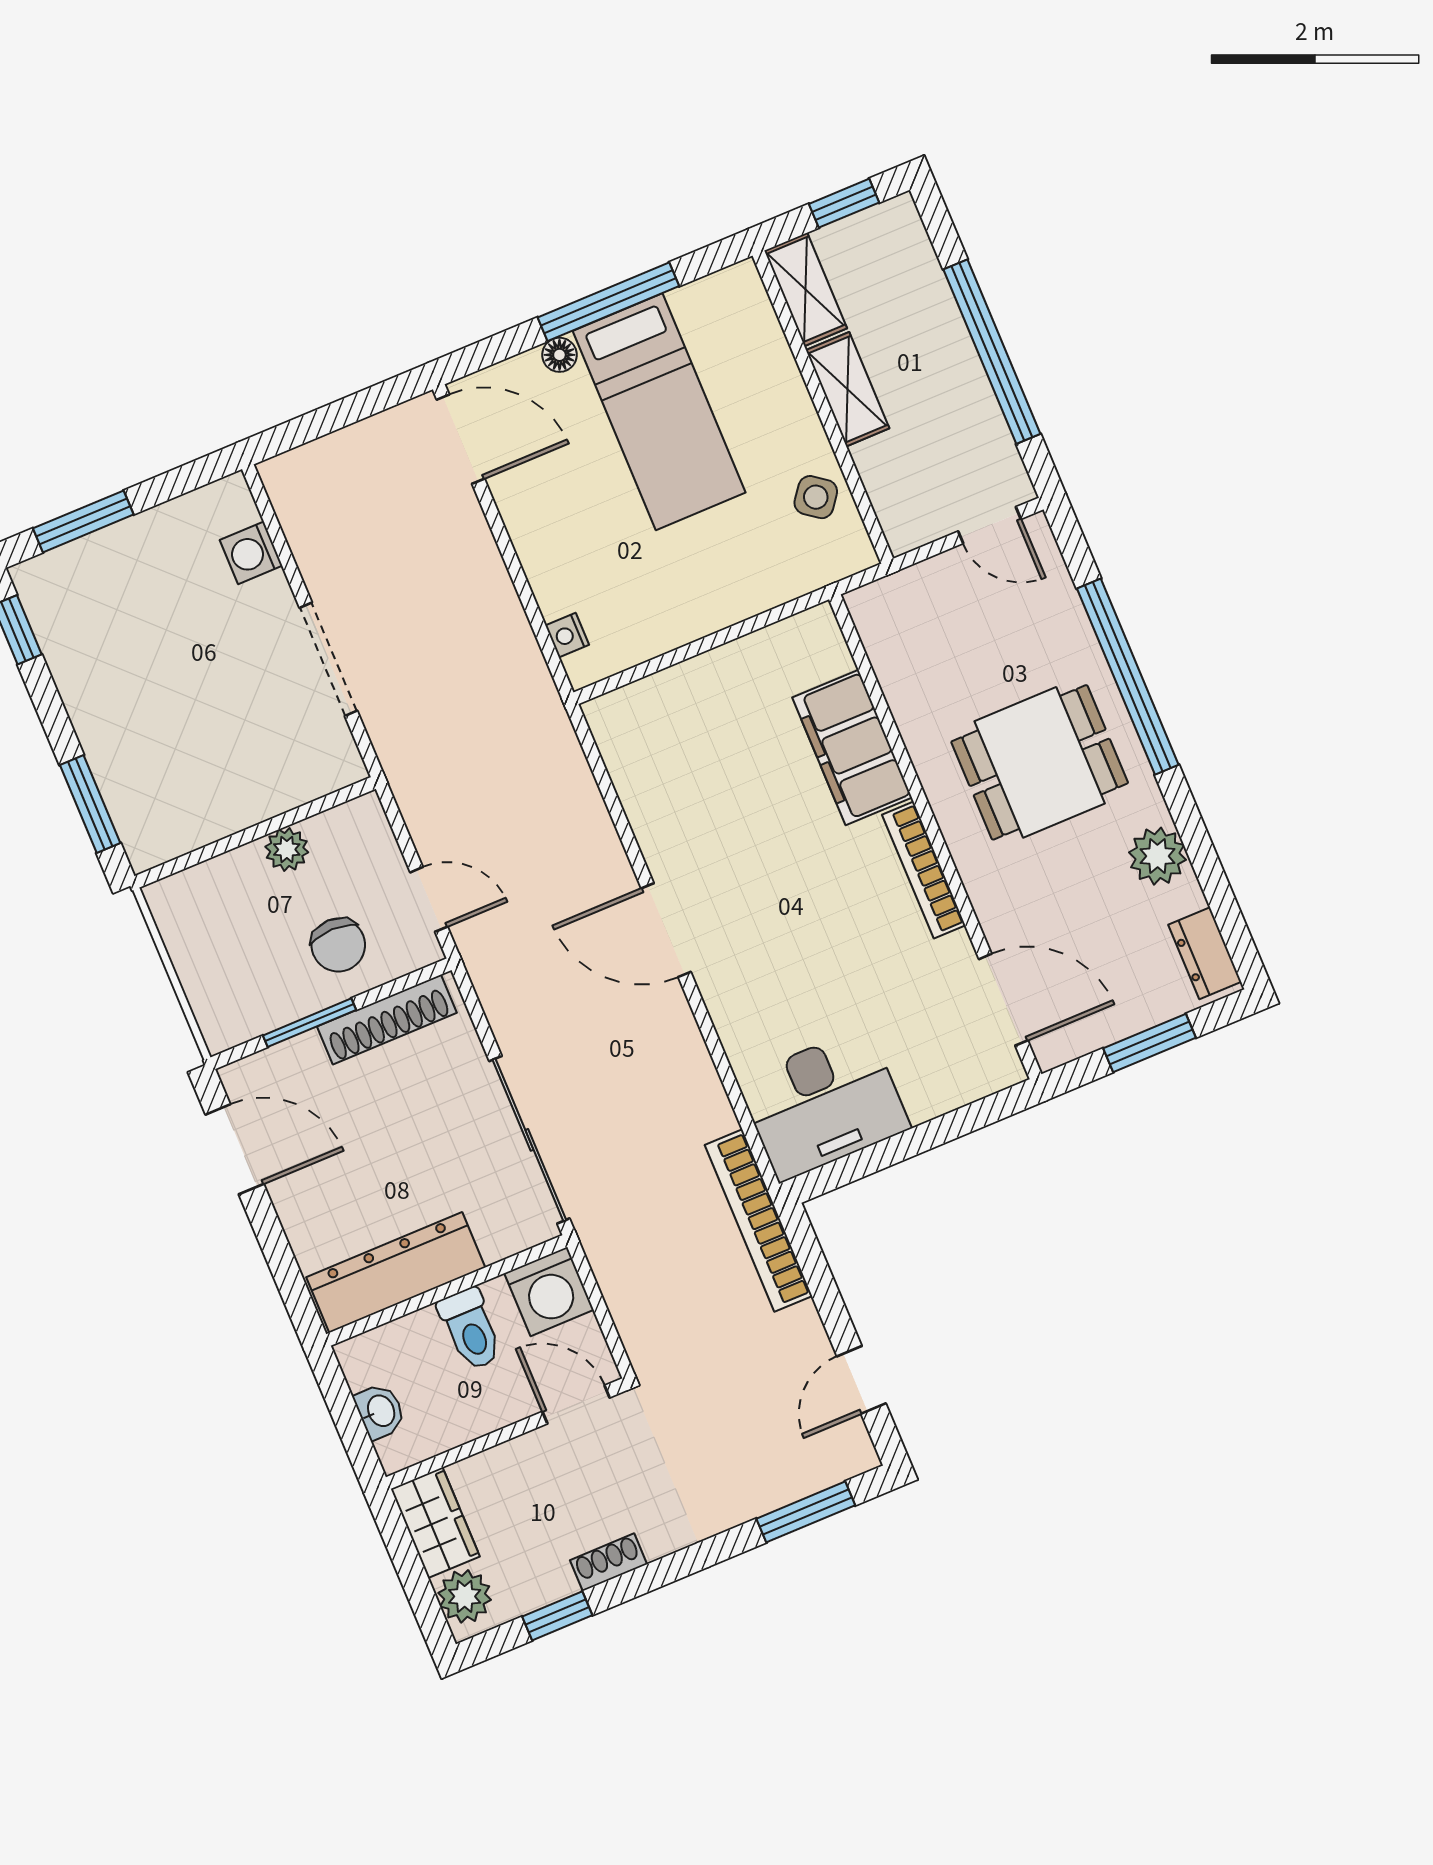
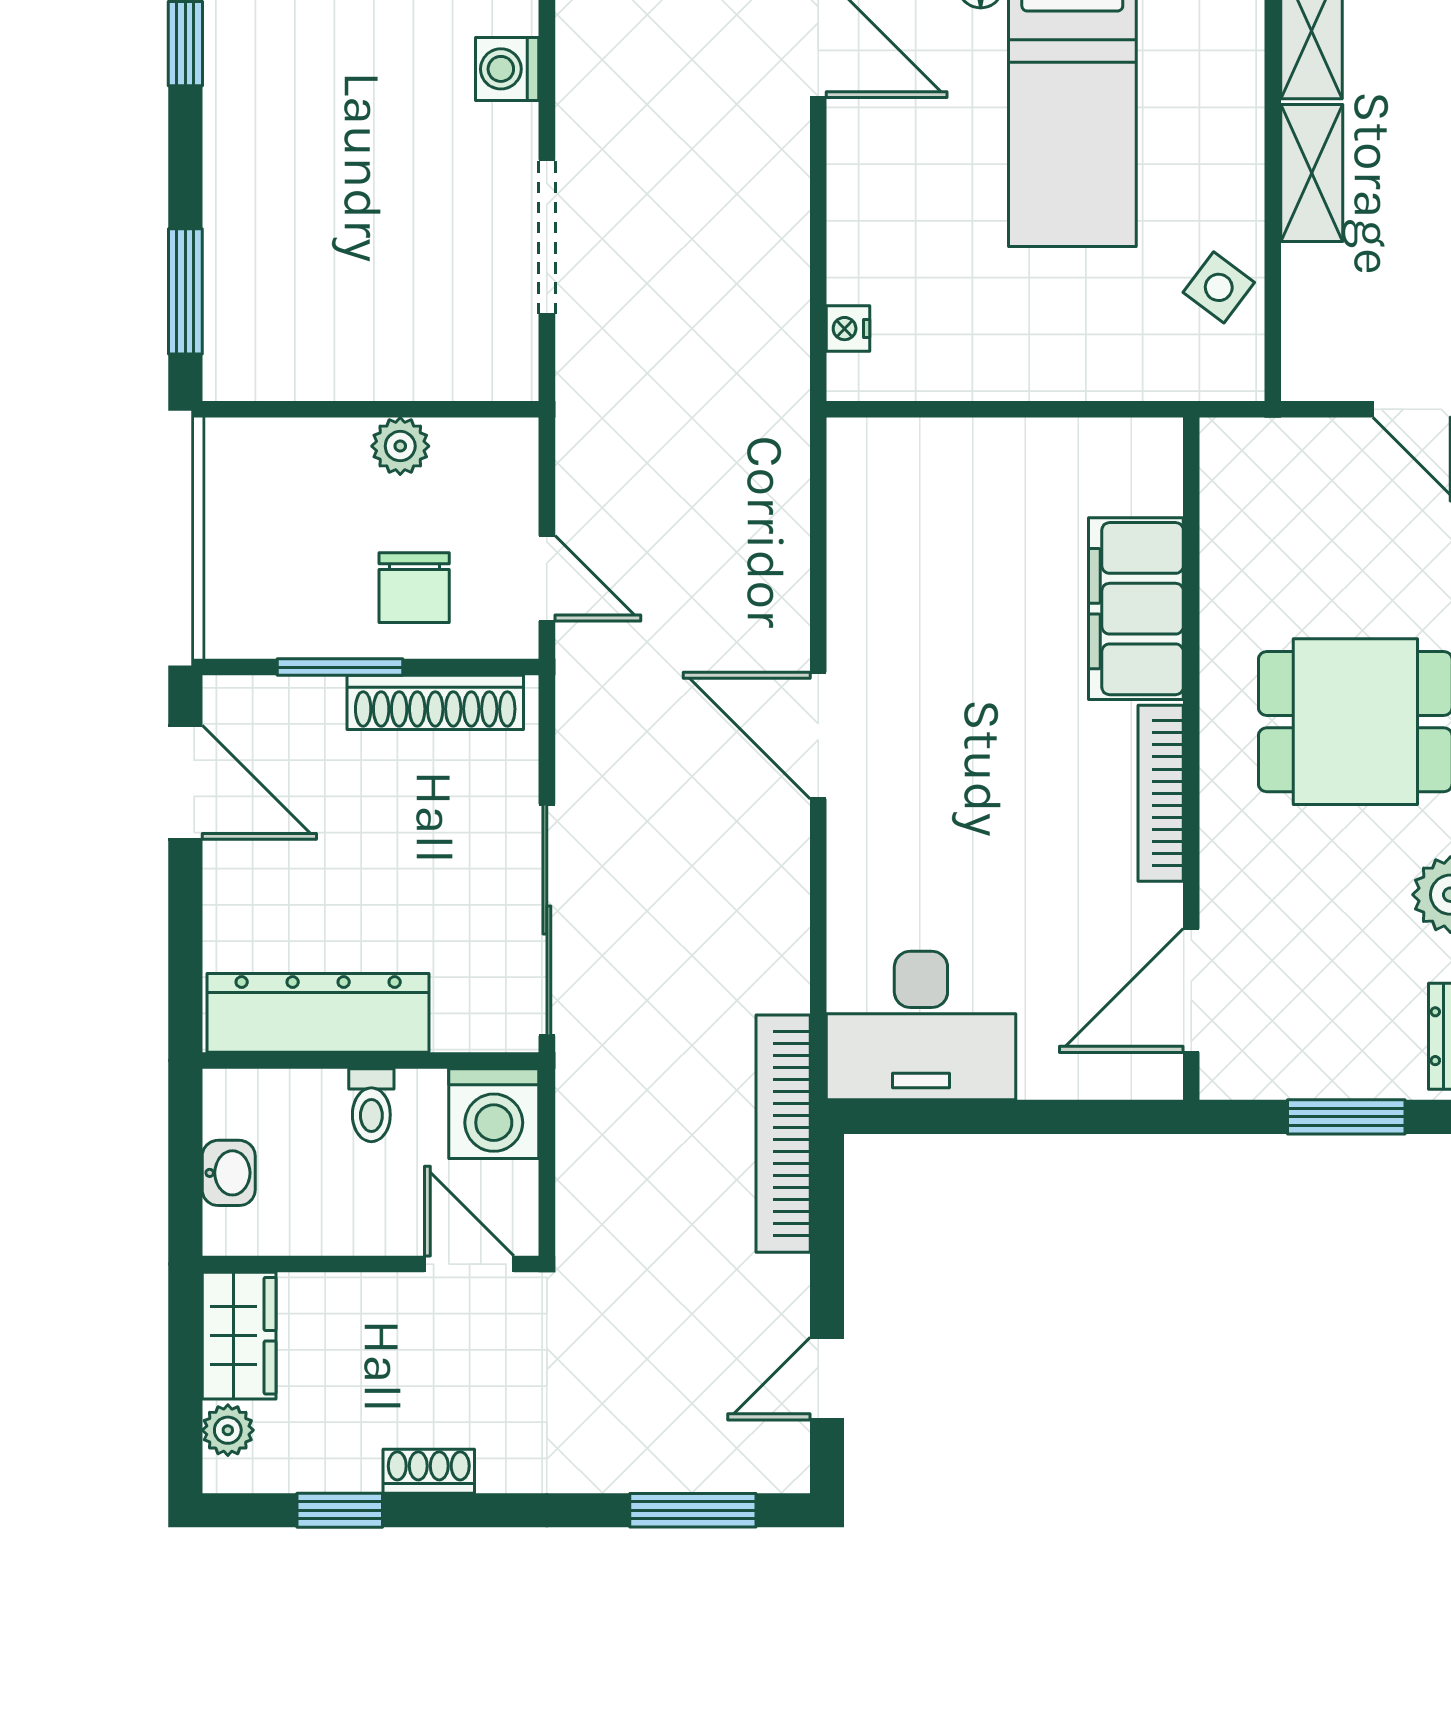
door: (1003, 1000) -> (1191, 990), swing flipped
toilet: (470, 1329) -> (371, 1105), width x0.73, depth x0.72
plant: (465, 1596) -> (228, 1430), width x0.73, depth x0.73

